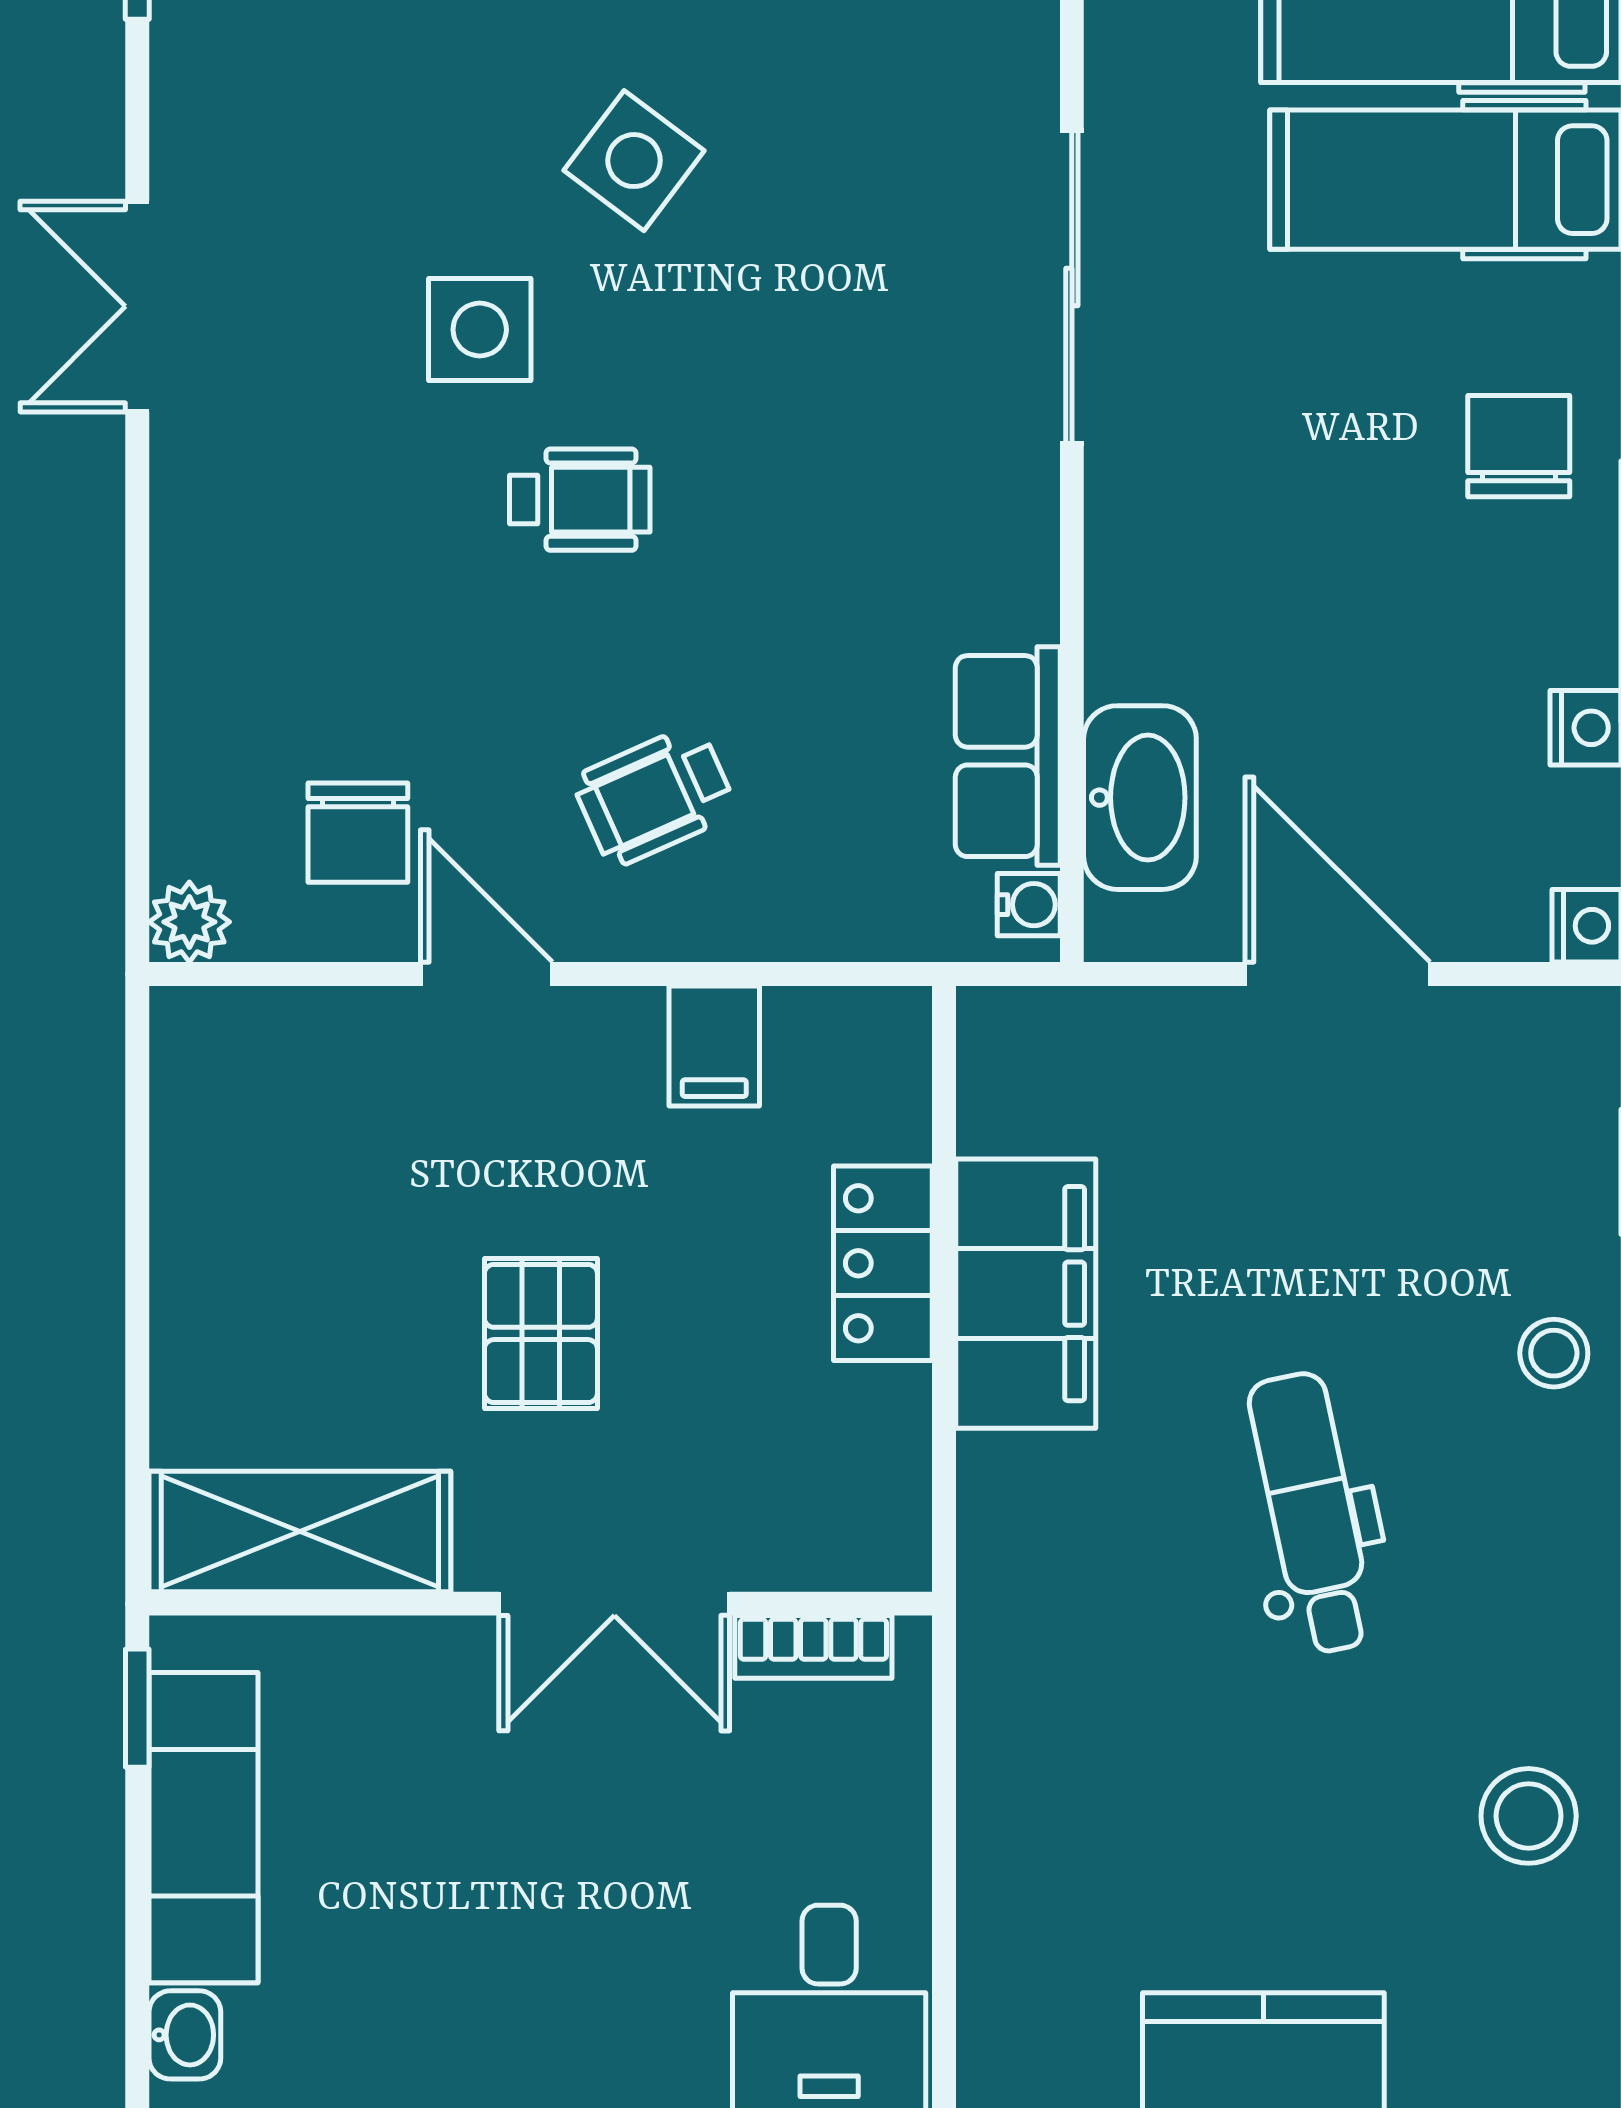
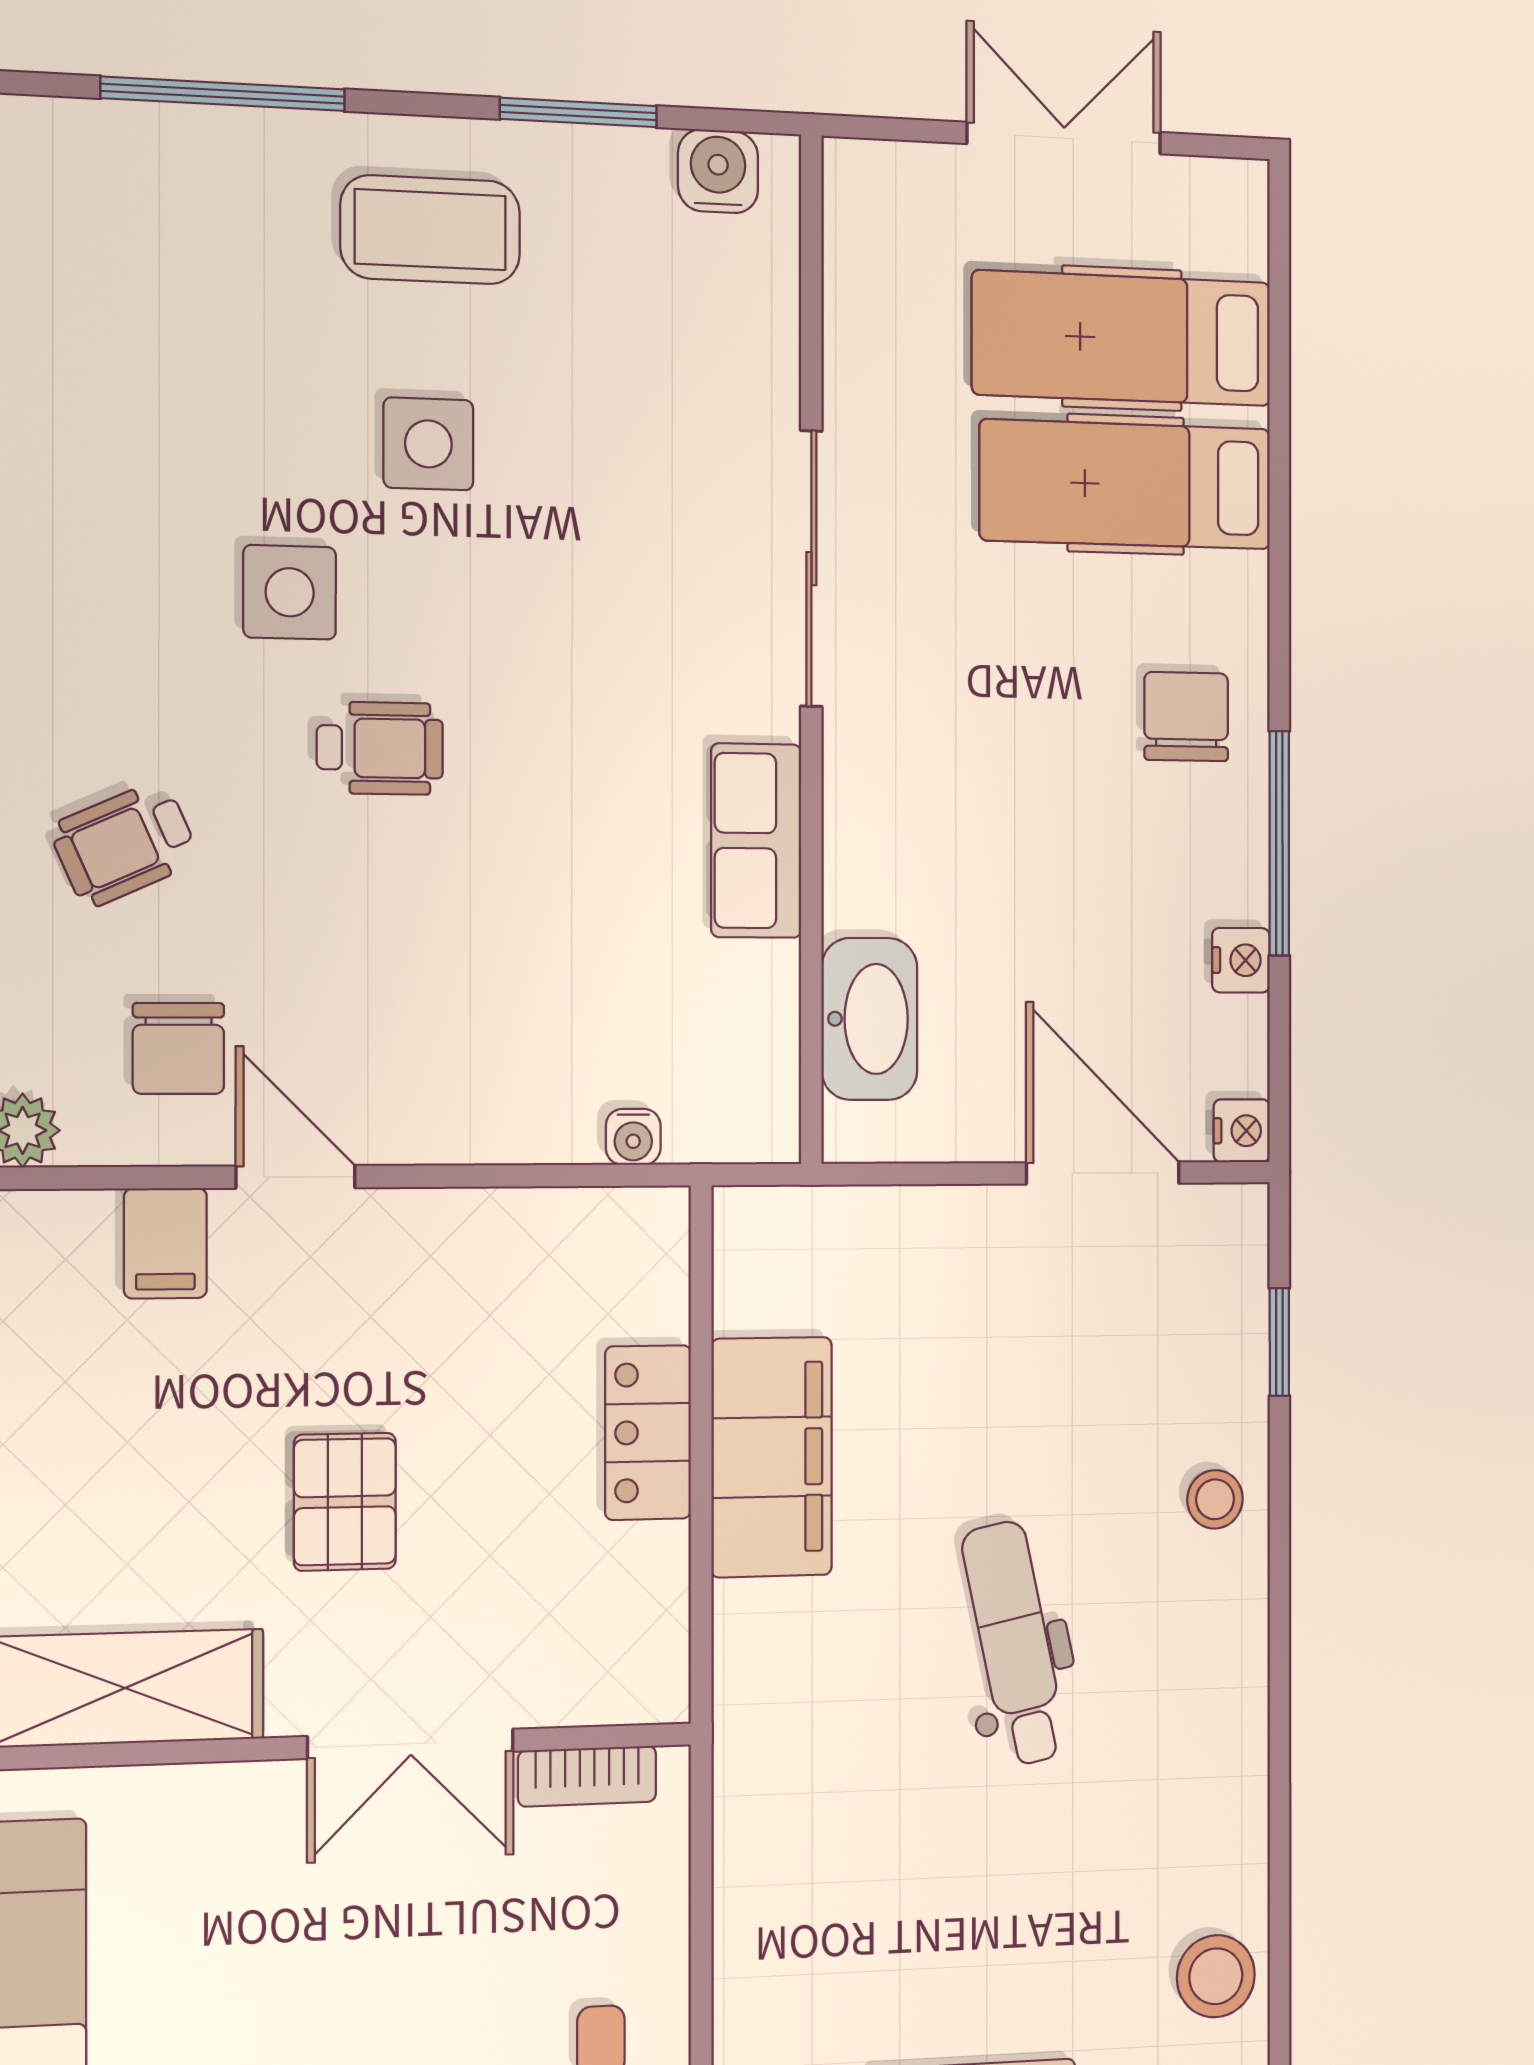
side table: (634, 161) -> (428, 444), turned -37
row of seats: (1008, 756) -> (756, 841), moved
wheelchair: (655, 796) -> (125, 844), moved
water cooler: (1029, 905) -> (633, 1137), moved, turned 90
door: (1337, 974) -> (1103, 1173), moved
filing cabinet: (714, 1046) -> (165, 1243), moved
stool: (1529, 1816) -> (1216, 1976), moved

